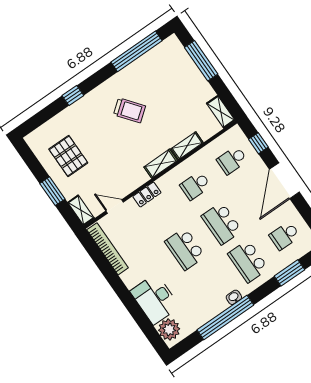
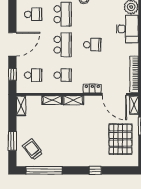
window: (201, 61) -> (12, 141), width x0.69
trolley: (129, 110) -> (33, 149), moved
pallet: (68, 156) -> (120, 139), width x1.37, depth x1.41
door: (115, 206) -> (114, 94), width x1.88
school desk: (185, 249) -> (92, 45), width x0.54

